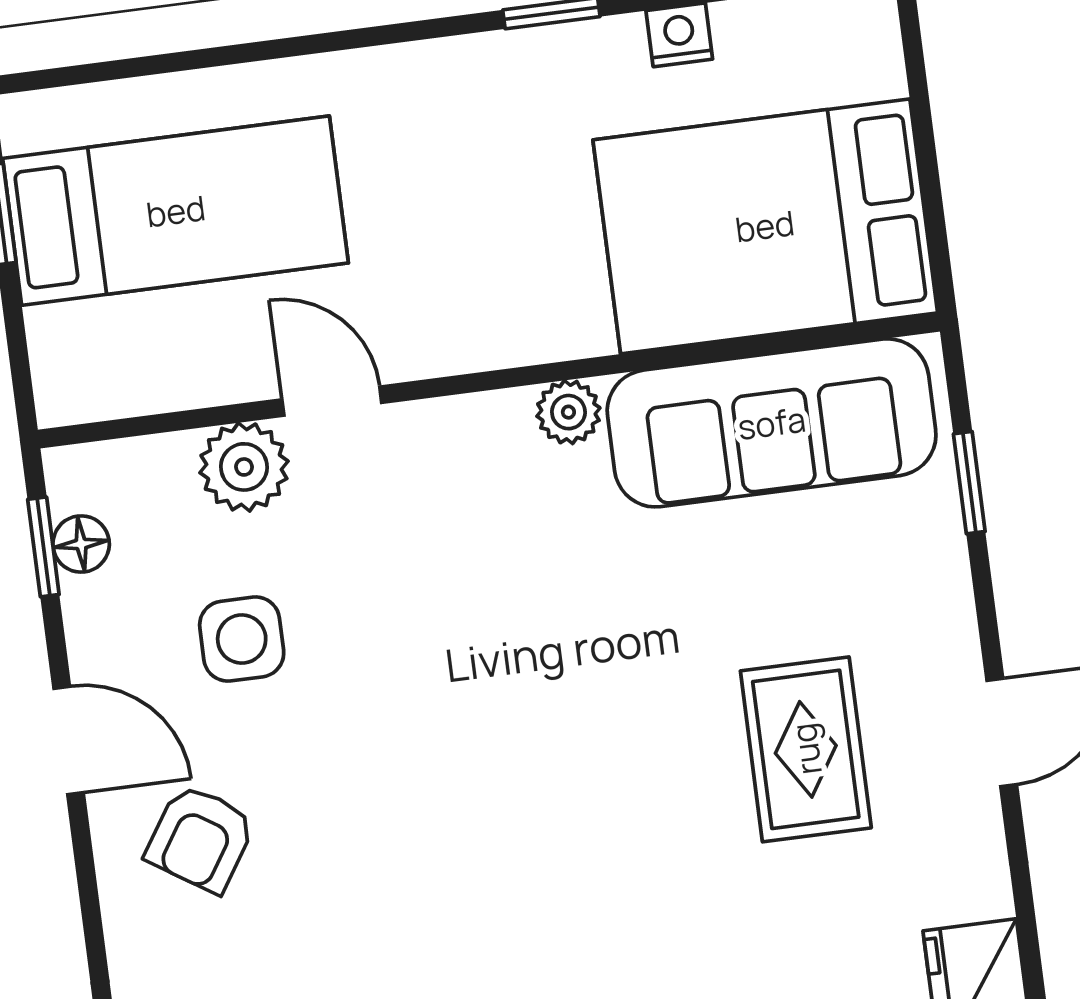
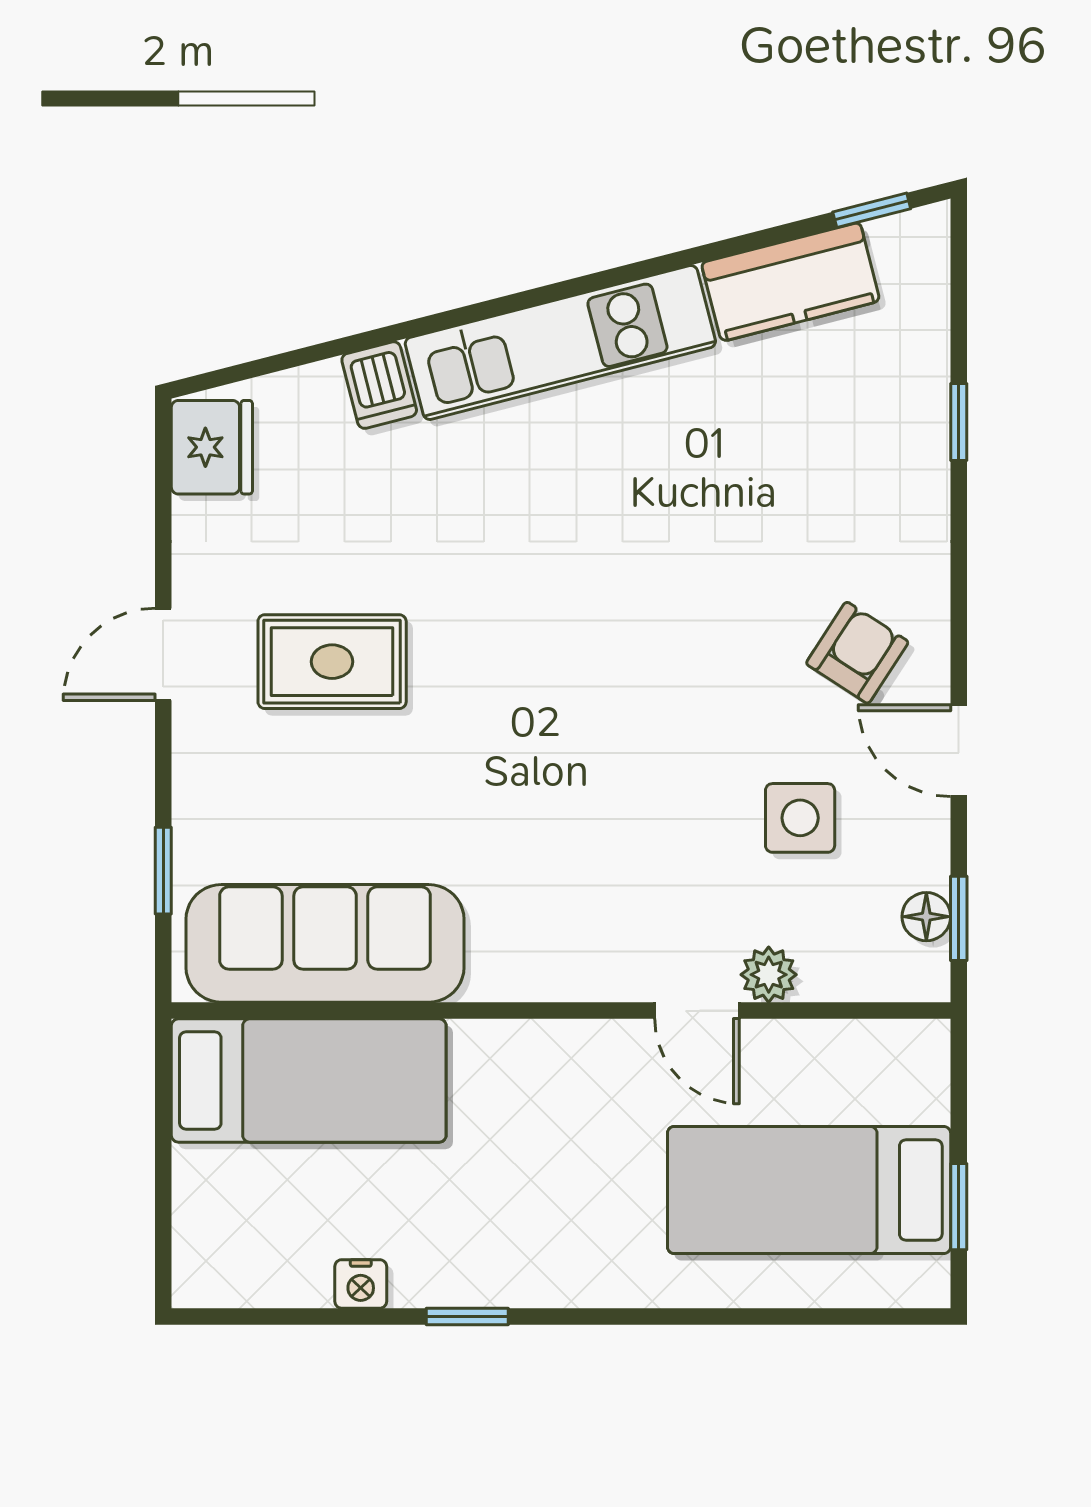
bed: (765, 226) -> (309, 1081), width x0.67
plant: (568, 412) -> (497, 975), removed
plant: (244, 467) -> (769, 975), width x0.73, depth x0.73
rug: (806, 749) -> (332, 662), turned 90

